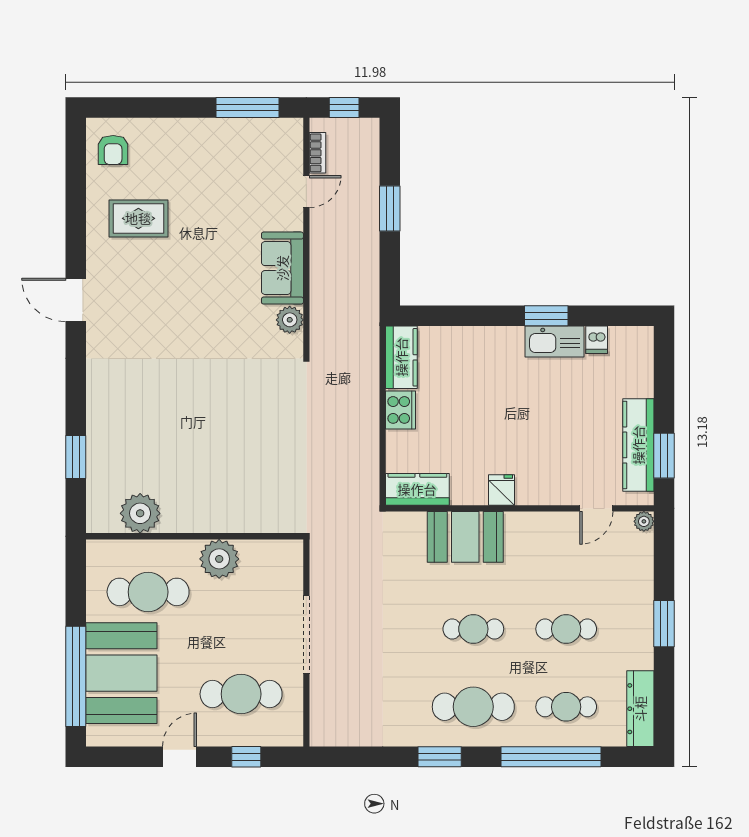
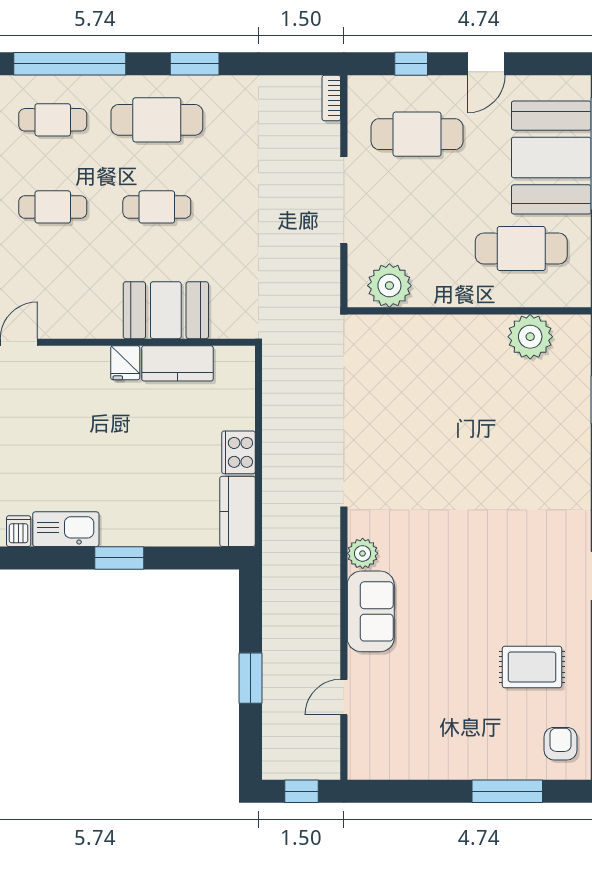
window: (248, 107) -> (507, 791), moved
bookcase: (318, 153) -> (331, 98), moved
window: (546, 316) -> (119, 558), moved
kitchen counter: (417, 489) -> (177, 363), moved
plant: (219, 559) -> (389, 286), moved

